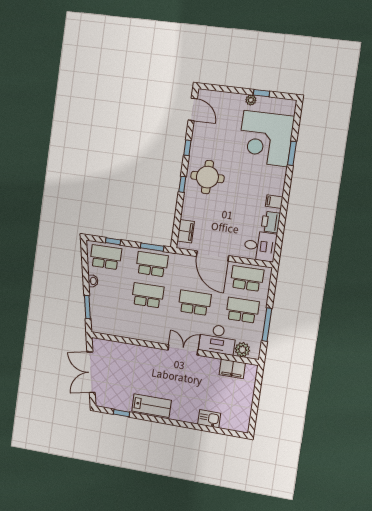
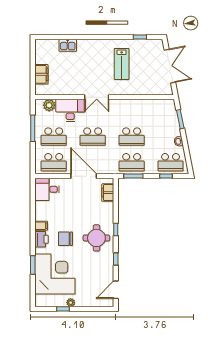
door: (193, 109) -> (116, 290), hinge flipped
chair: (246, 181) -> (65, 239), added
printer: (271, 222) -> (41, 239), moved
filing cabinet: (232, 369) -> (41, 74), moved, turned 90
lab bench: (152, 406) -> (122, 64), moved, turned -90

